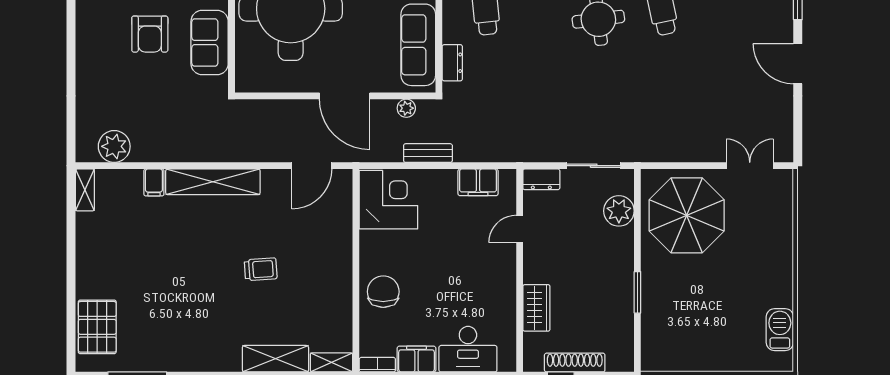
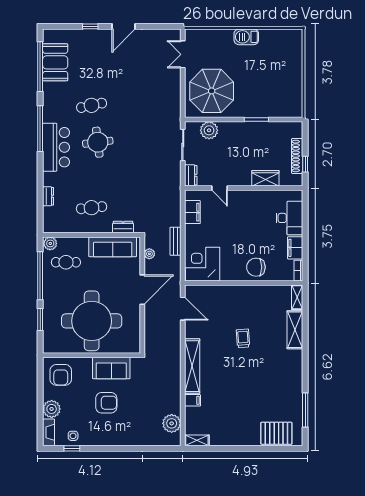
barbecue: (780, 330) -> (246, 37), moved

